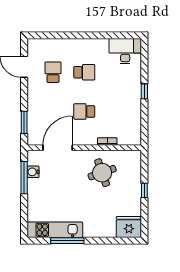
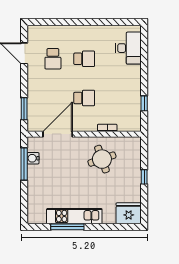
desk: (125, 51) -> (128, 48), moved, turned 90
school desk: (53, 72) -> (53, 59), turned 180
window: (144, 91) -> (144, 103), moved
school desk: (84, 111) -> (84, 98), turned 180
kitchen unit: (55, 230) -> (74, 216), moved

